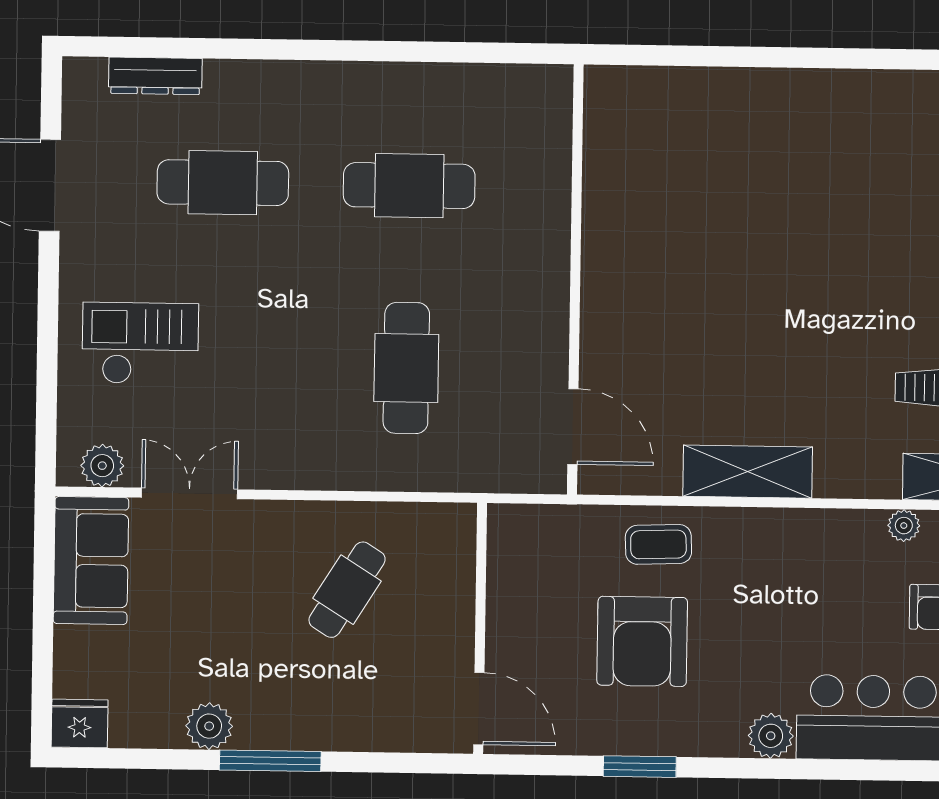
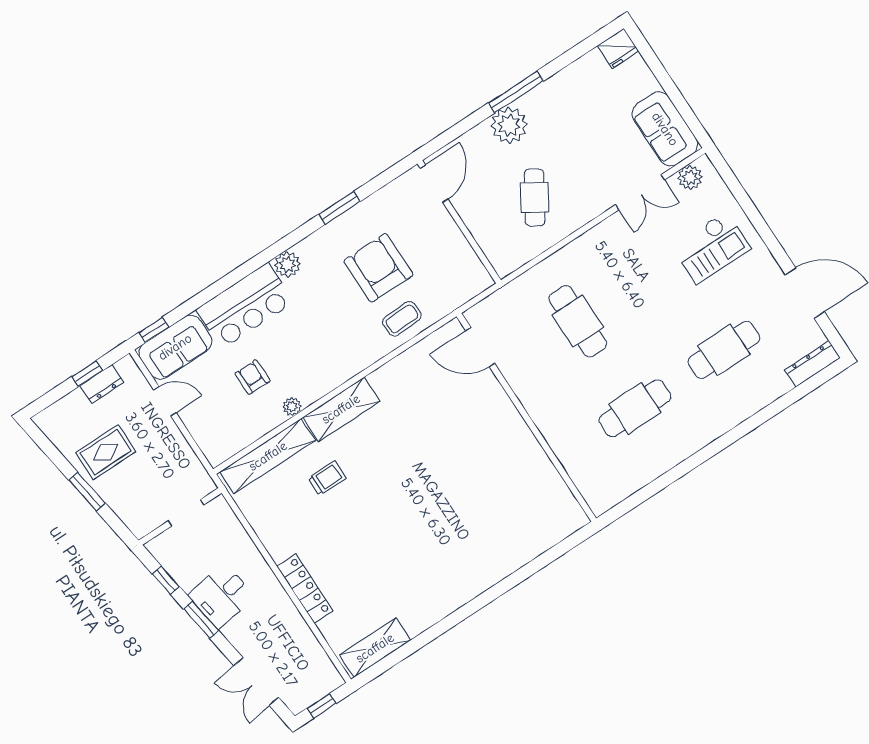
dresser: (155, 76) -> (813, 364), moved
shelving: (748, 472) -> (341, 409), moved
door: (479, 709) -> (434, 184), swing flipped
plant: (209, 726) -> (509, 125), moved, width x1.36, depth x1.36

